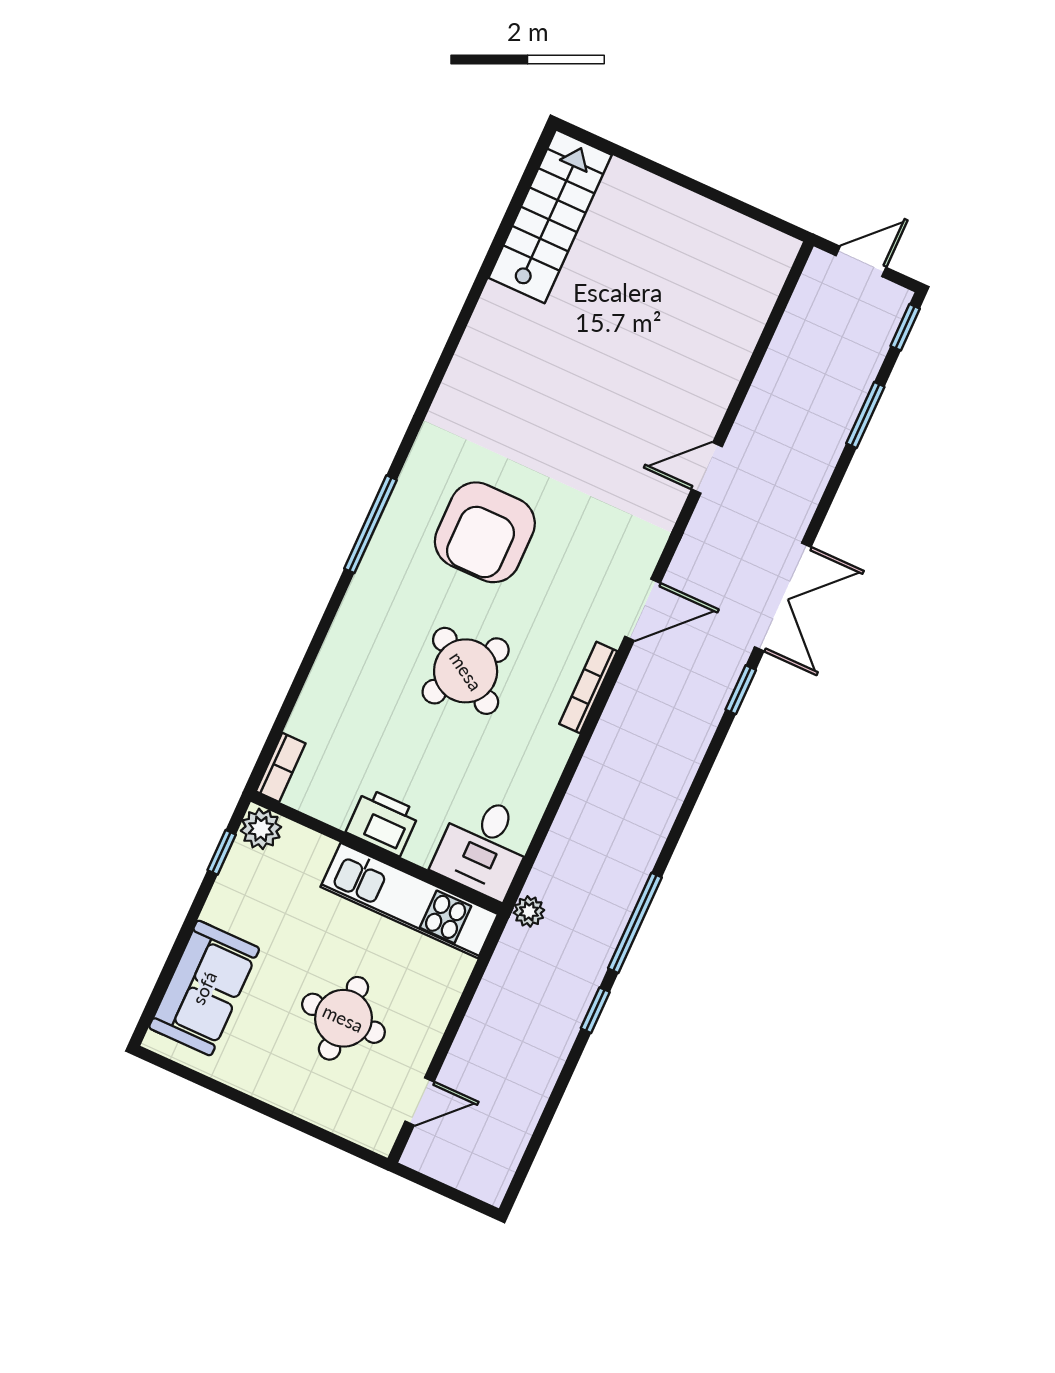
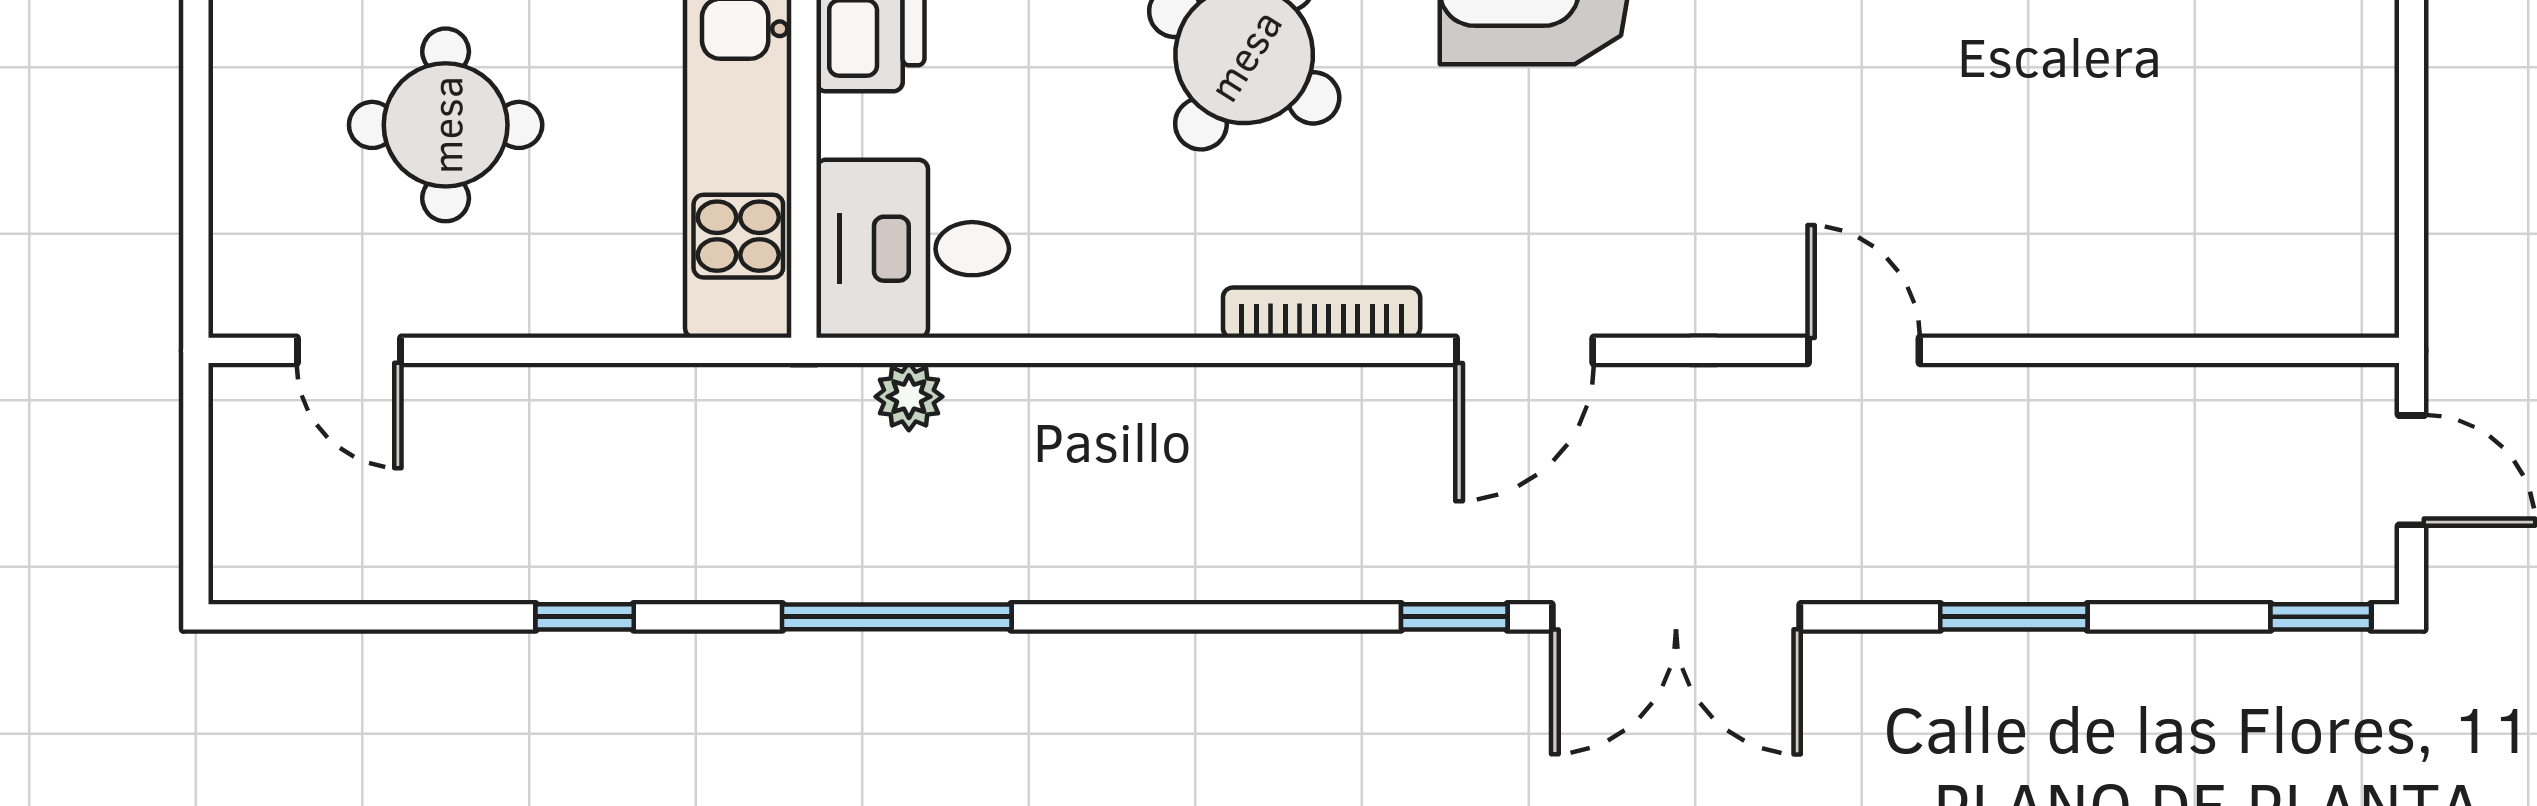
window: (865, 415) -> (2014, 617), moved
door: (643, 610) -> (1525, 350), hinge flipped
plant: (529, 911) -> (909, 397), moved
window: (595, 1010) -> (585, 617), moved

